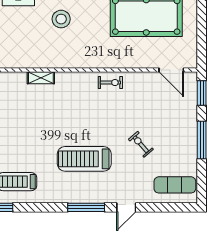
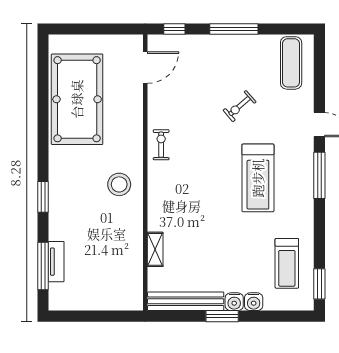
stool: (61, 19) -> (119, 184), moved
shelving: (41, 78) -> (155, 249), moved
window: (202, 93) -> (174, 29), width x0.67

